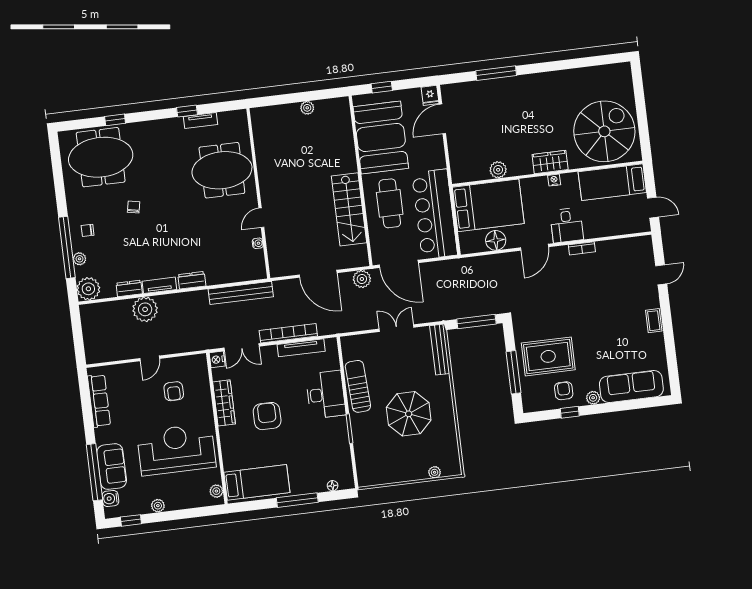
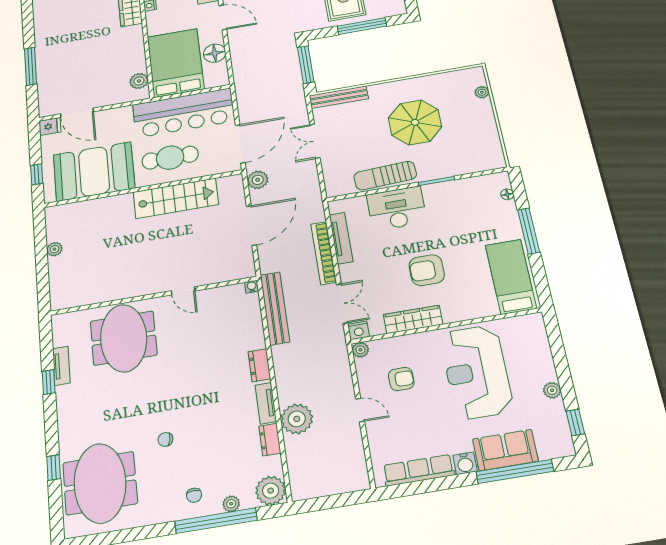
plant: (498, 170) -> (139, 81), moved
water cooler: (258, 243) -> (252, 287), moved
plant: (216, 491) -> (360, 350), moved
water cooler: (110, 498) -> (465, 463), moved

